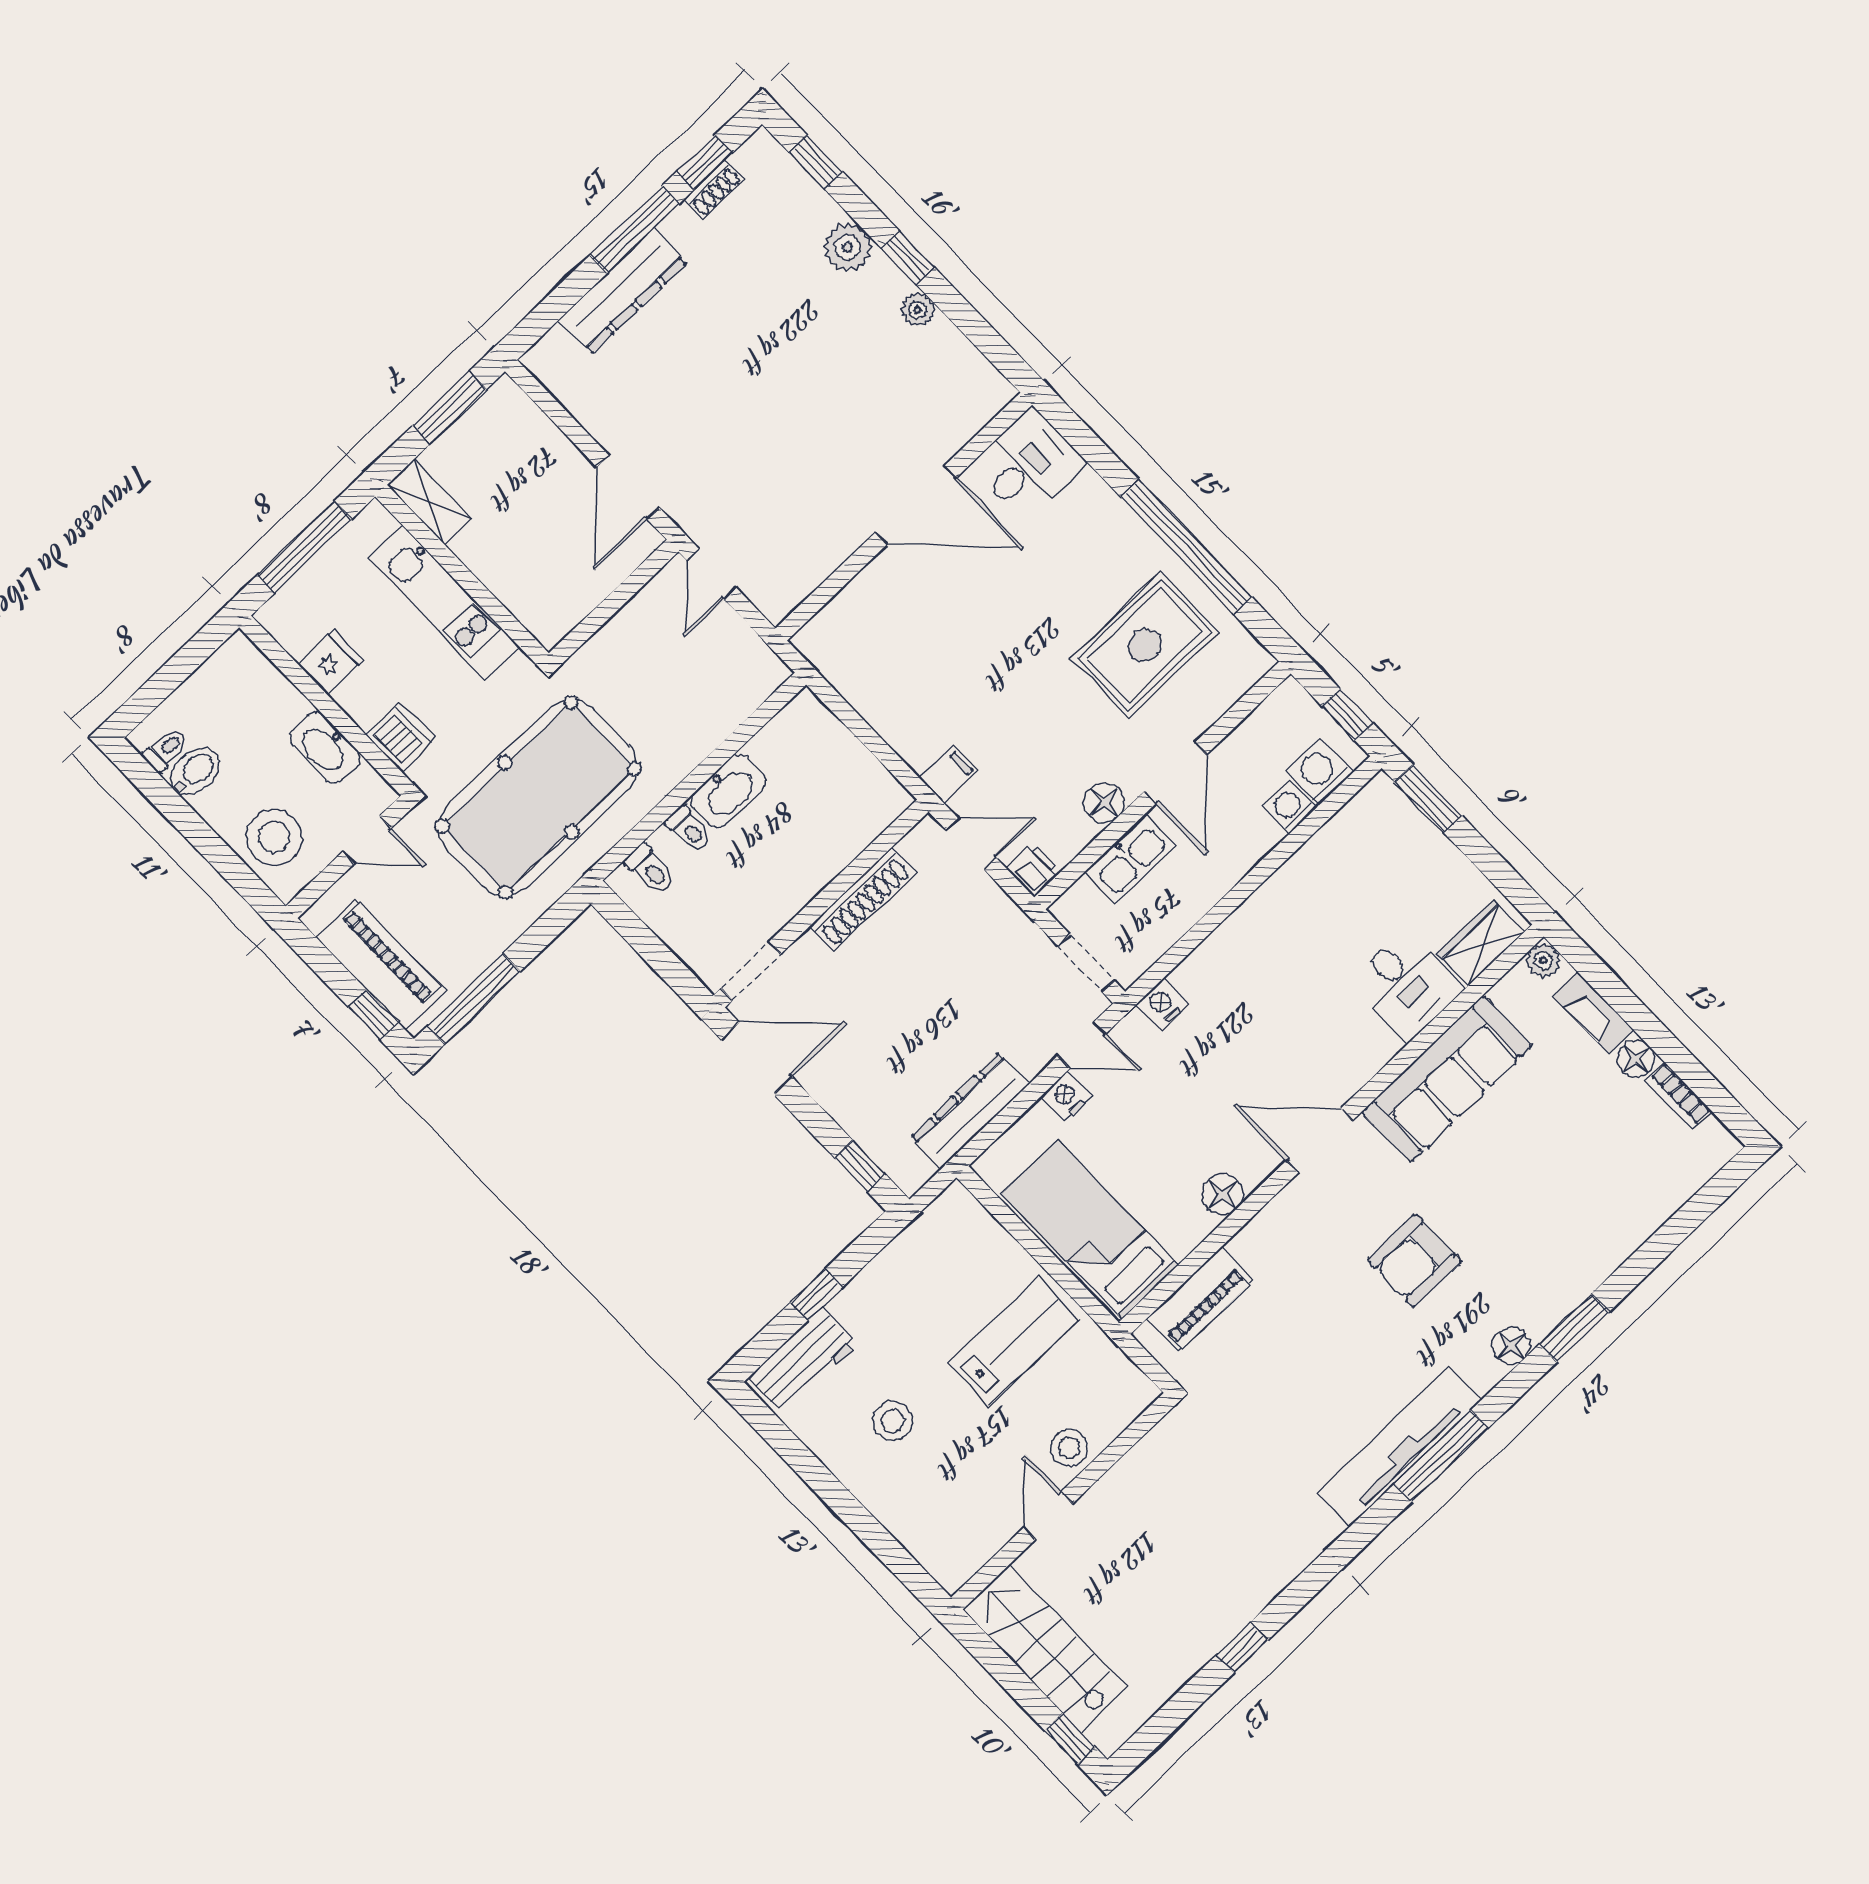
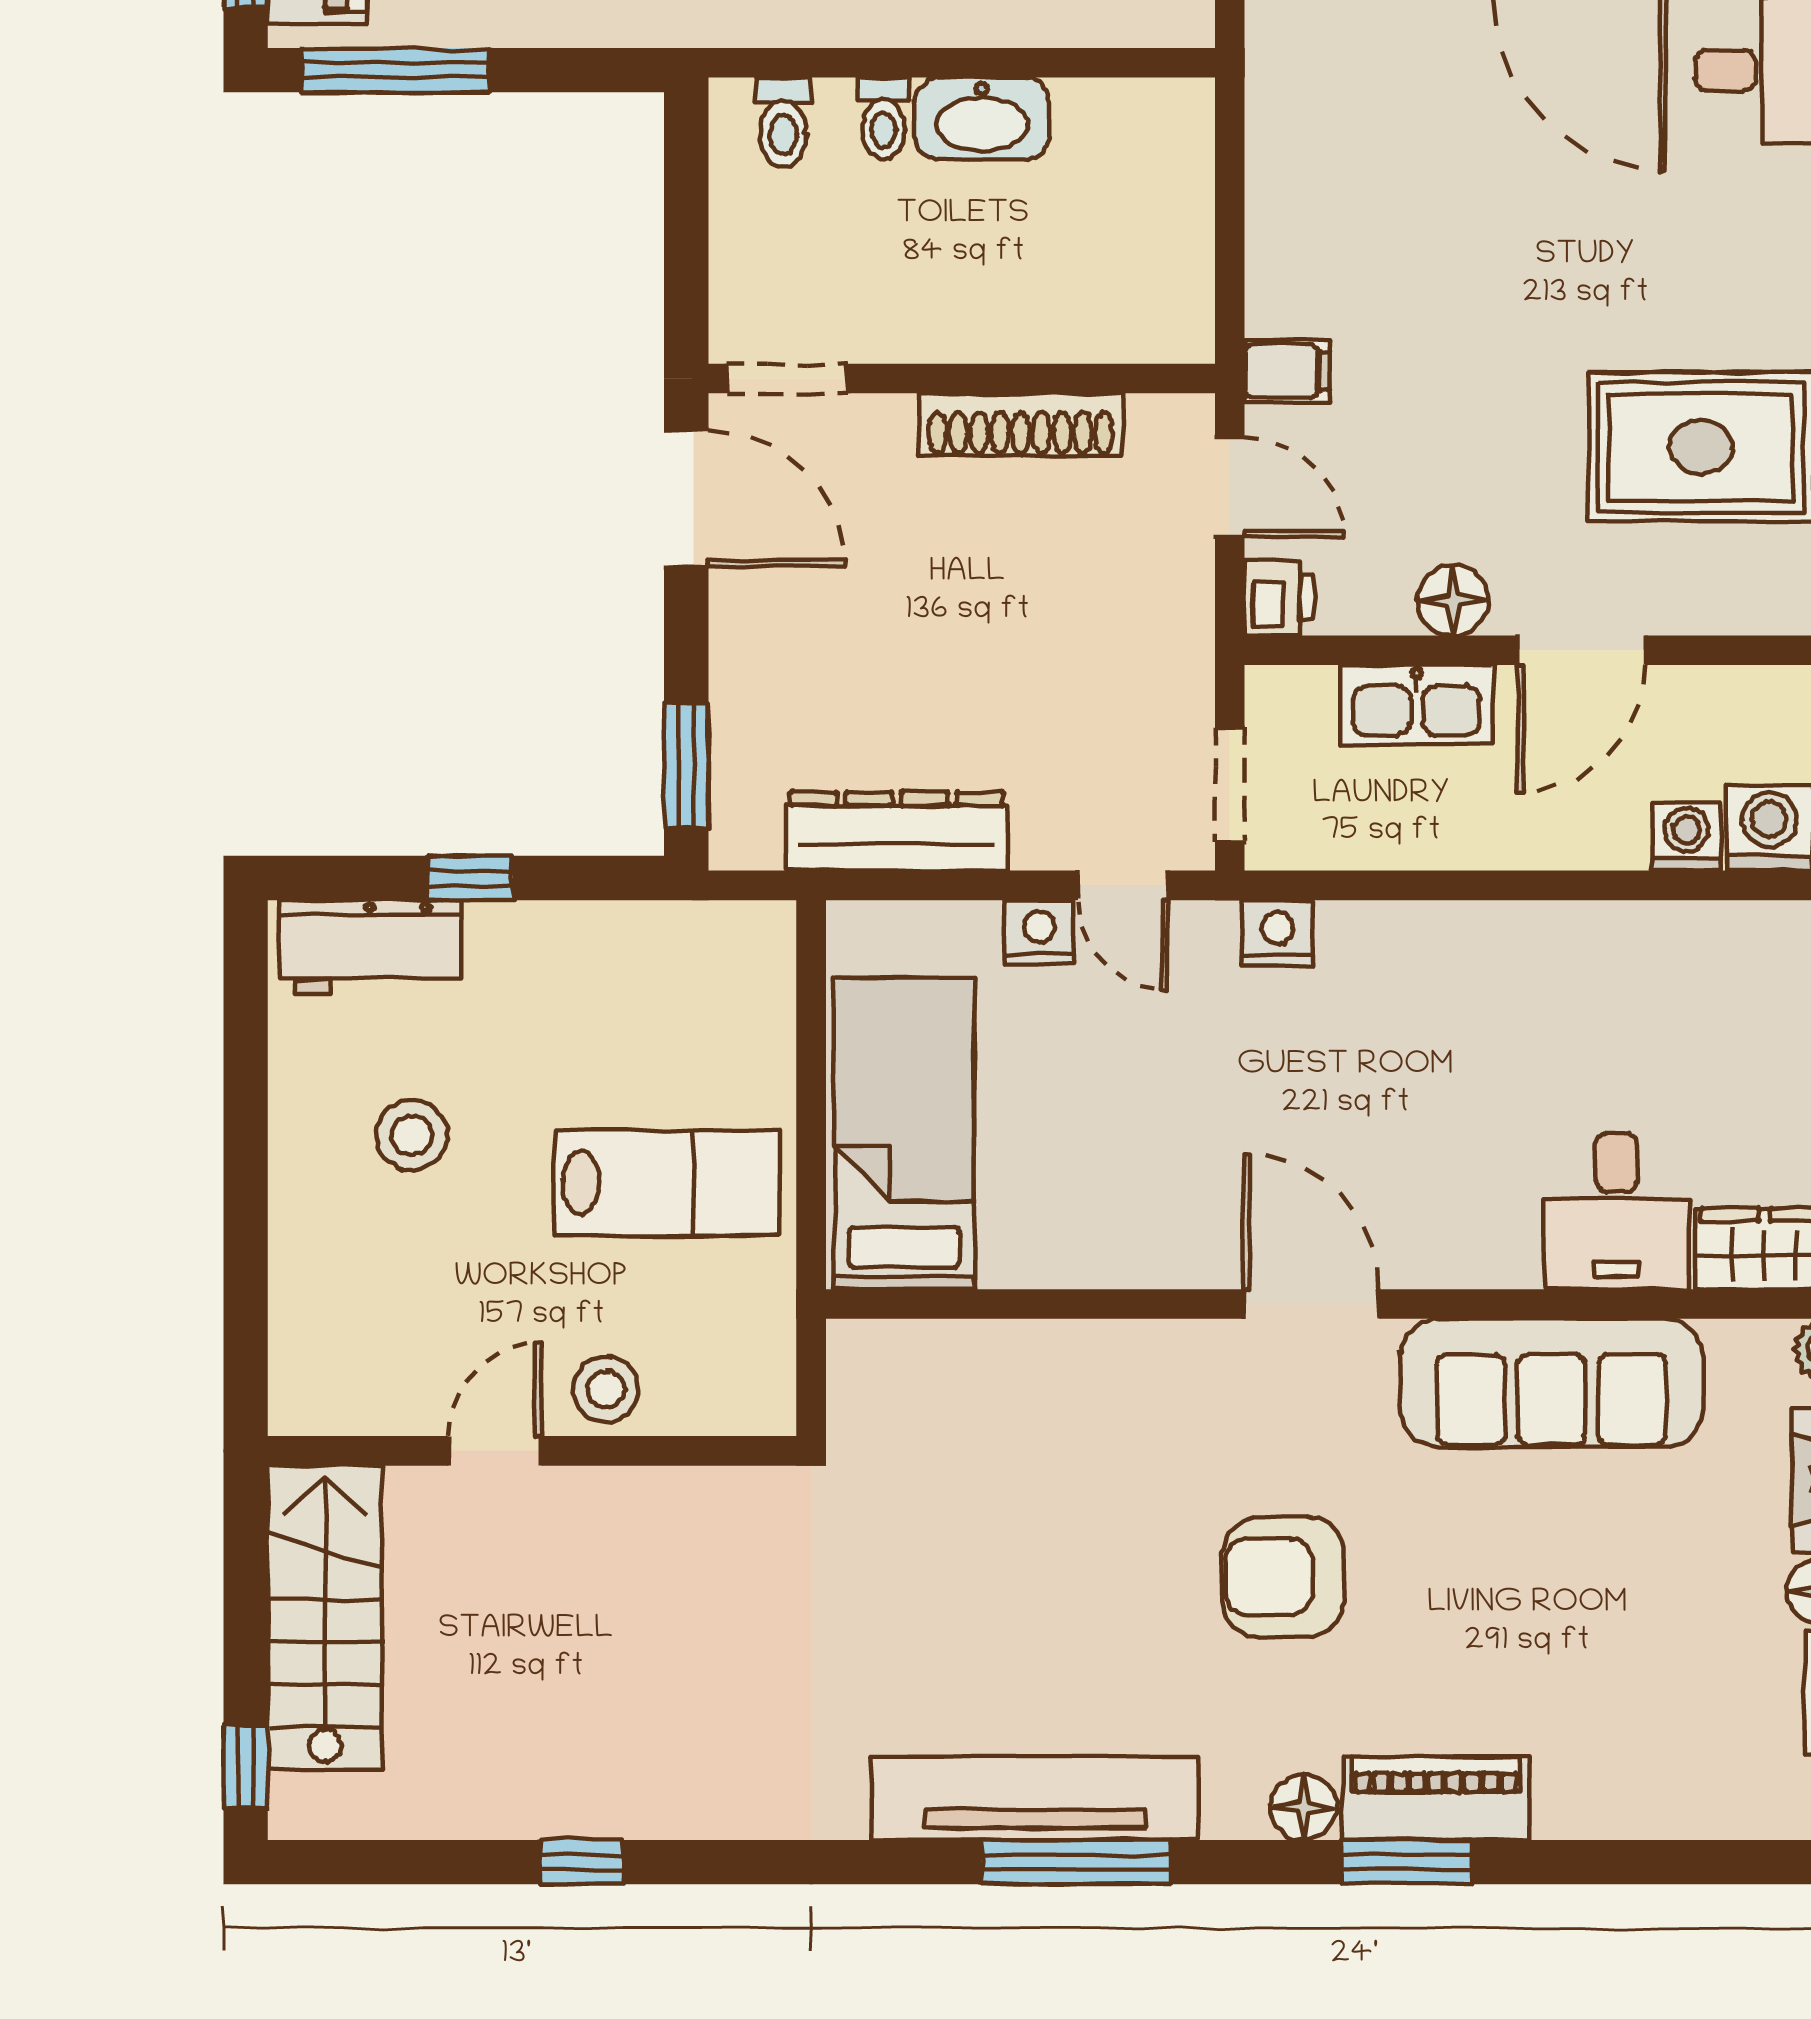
window: (860, 1166) -> (686, 766), width x1.50
floor lamp: (1223, 1194) -> (1119, 1253), removed
piano: (1200, 1300) -> (1436, 1798), moved, turned 180

